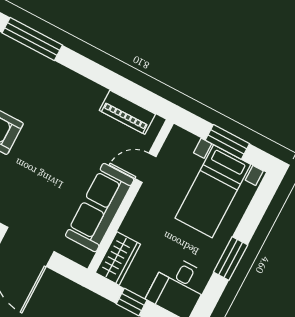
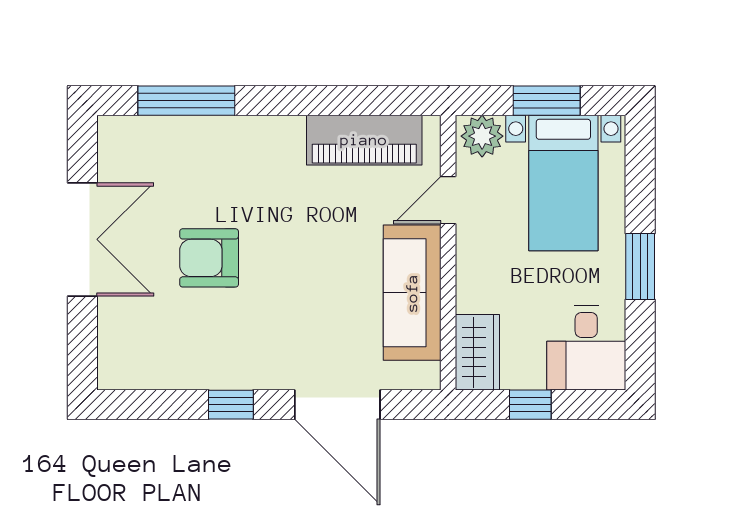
piano: (127, 112) -> (364, 140), width x1.37, depth x1.33
plant: (182, 143) -> (482, 136), added

